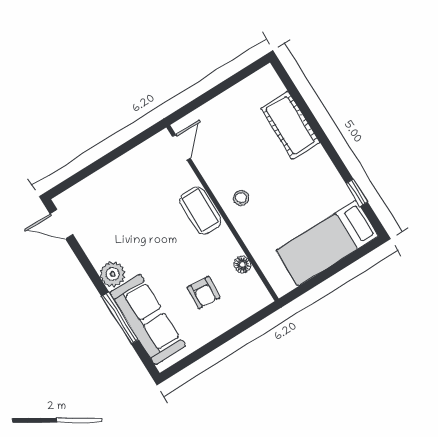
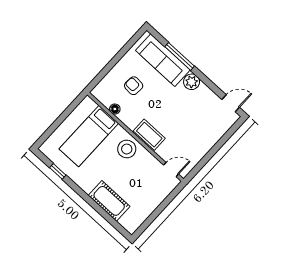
door: (181, 147) -> (171, 170), swing flipped
stool: (241, 198) -> (127, 149), width x1.89, depth x1.89
bed: (327, 243) -> (89, 136), moved, turned 180

